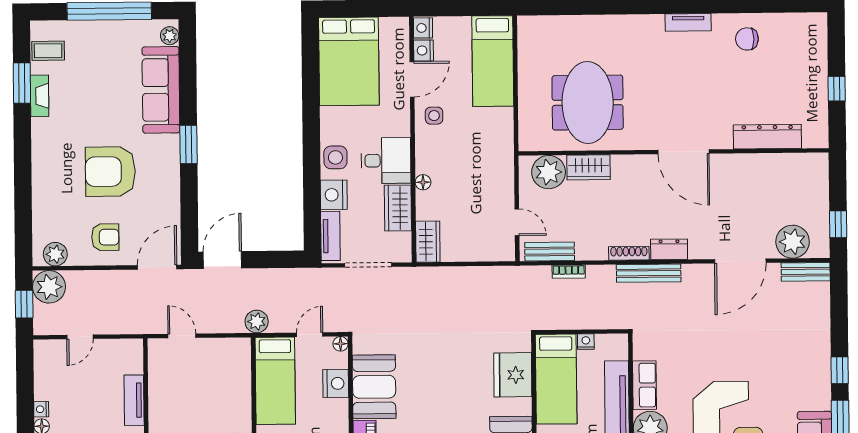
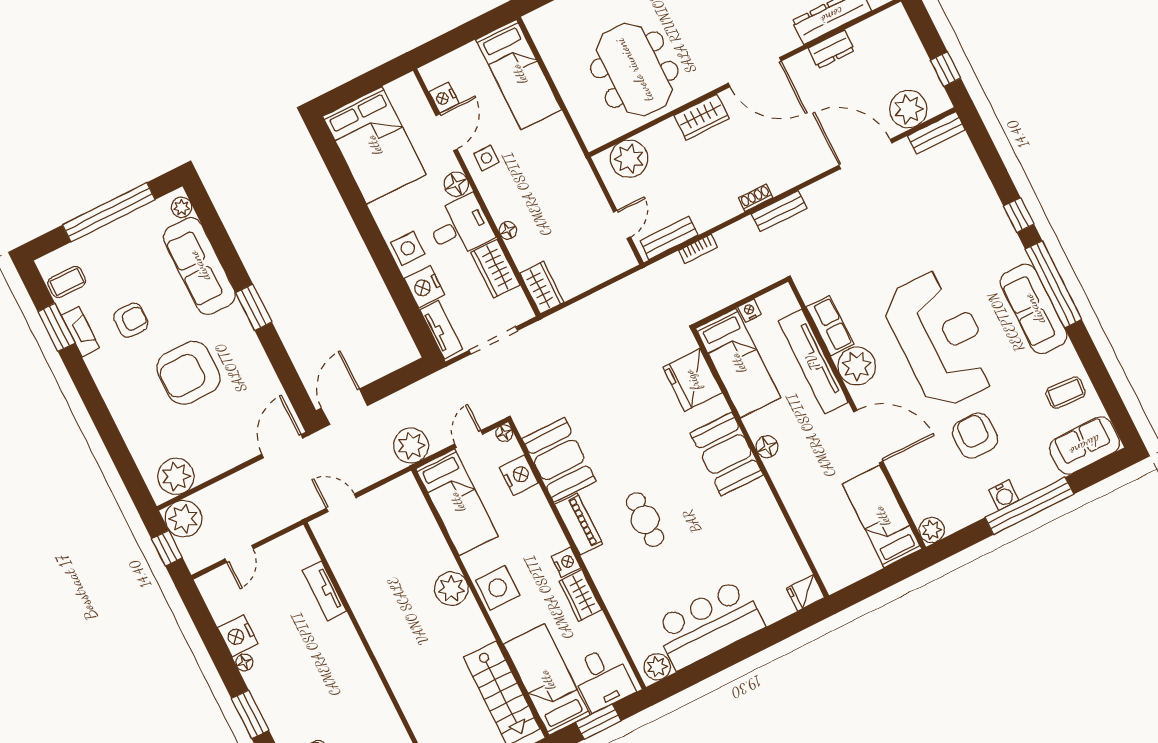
nightstand: (423, 28) -> (432, 75), removed
floor lamp: (399, 125) -> (456, 184), added
wardrobe: (588, 167) -> (702, 117), moved
door: (517, 222) -> (622, 225), hinge flipped
armchair: (105, 237) -> (131, 320), moved
dresser: (669, 249) -> (831, 49), moved, turned 180
shoe rack: (629, 253) -> (756, 198), width x0.70
plant: (55, 254) -> (176, 476), width x1.36, depth x1.36
door: (740, 261) -> (865, 154), swing flipped
bench: (649, 273) -> (779, 211), width x0.73
plant: (257, 321) -> (411, 446), width x1.36, depth x1.36
nightstand: (41, 409) -> (238, 636), width x1.89, depth x1.79

